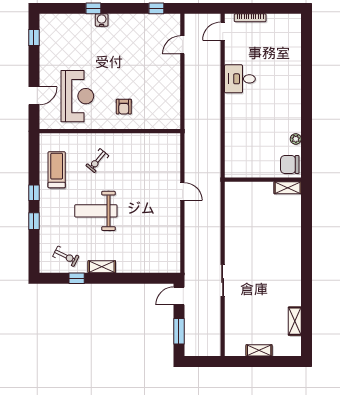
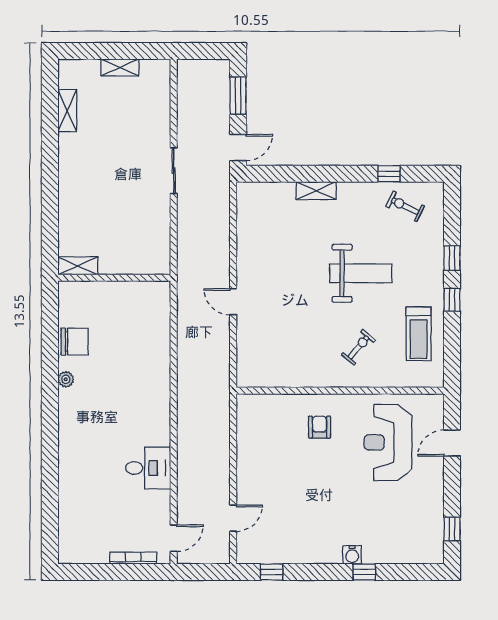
wall: (263, 180) -> (114, 278), moved
shelving: (288, 188) -> (78, 266), moved
shelving: (102, 267) -> (316, 191), moved

